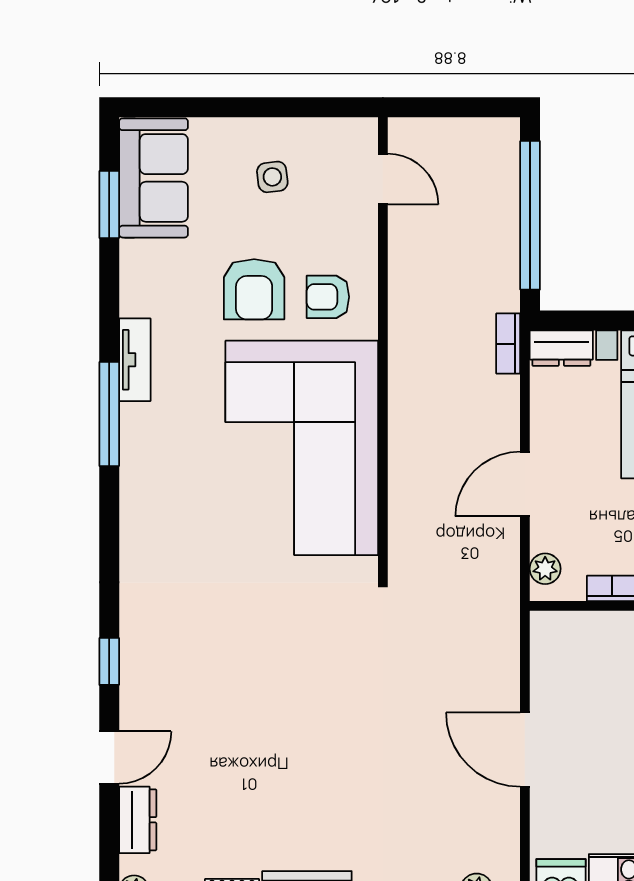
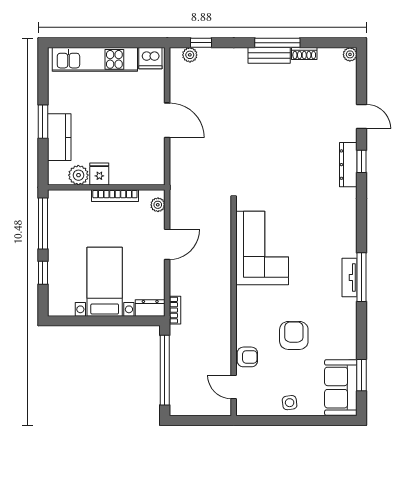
side table: (272, 177) -> (290, 403), moved
armchair: (328, 297) -> (247, 357), moved
tv unit: (135, 360) -> (350, 278), moved
corner sofa: (302, 448) -> (262, 248), width x0.73, depth x0.74
door: (109, 758) -> (362, 116), swing flipped
dresser: (138, 820) -> (348, 165), moved, width x1.44

